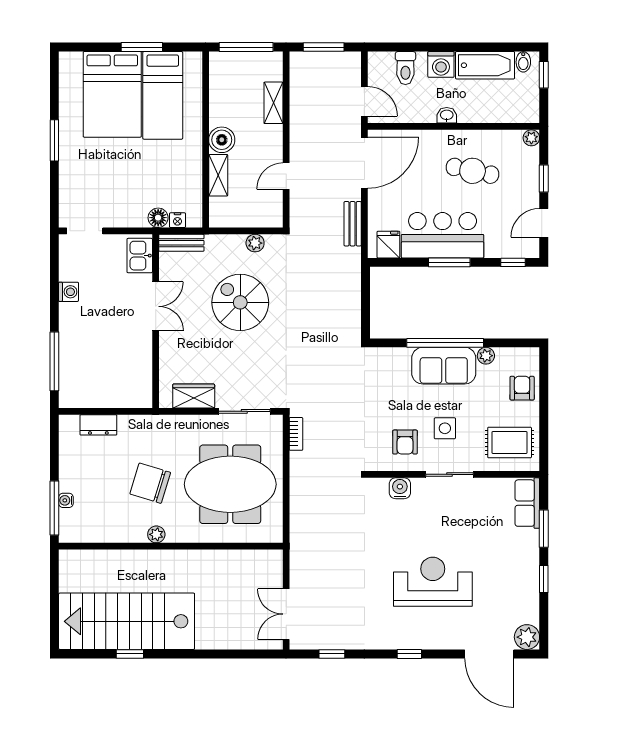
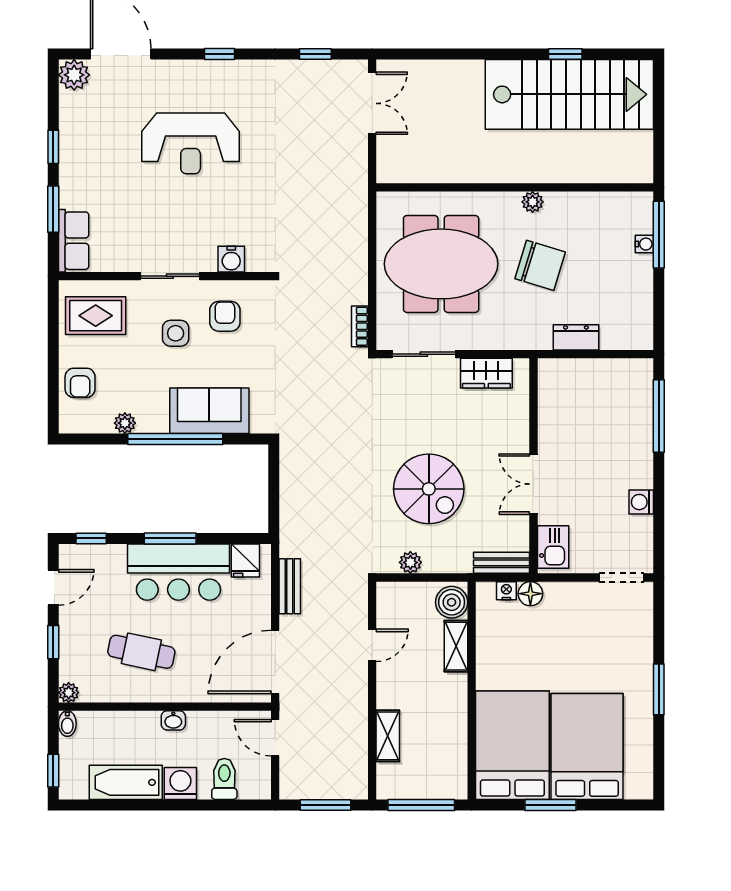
bidet: (523, 62) -> (67, 724), moved, turned 180
bed: (163, 95) -> (512, 745), width x1.50
boiler: (222, 140) -> (452, 602), moved
sofa: (444, 366) -> (209, 411), moved
dresser: (98, 425) -> (576, 337), moved

